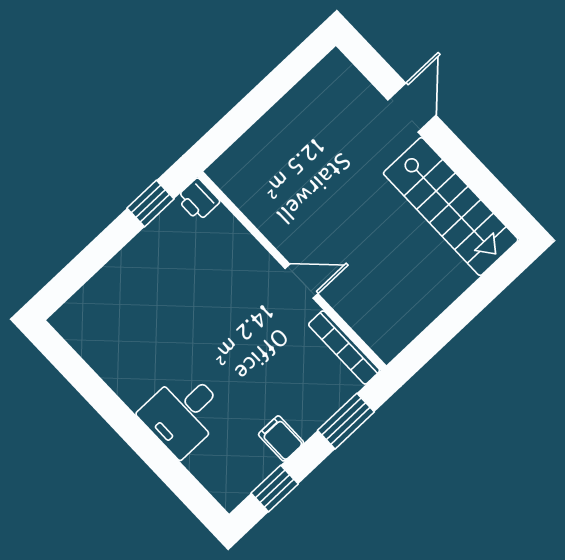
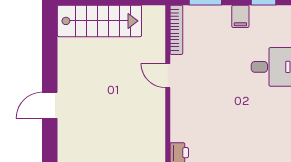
stairs: (451, 206) -> (99, 21), moved, turned 90

